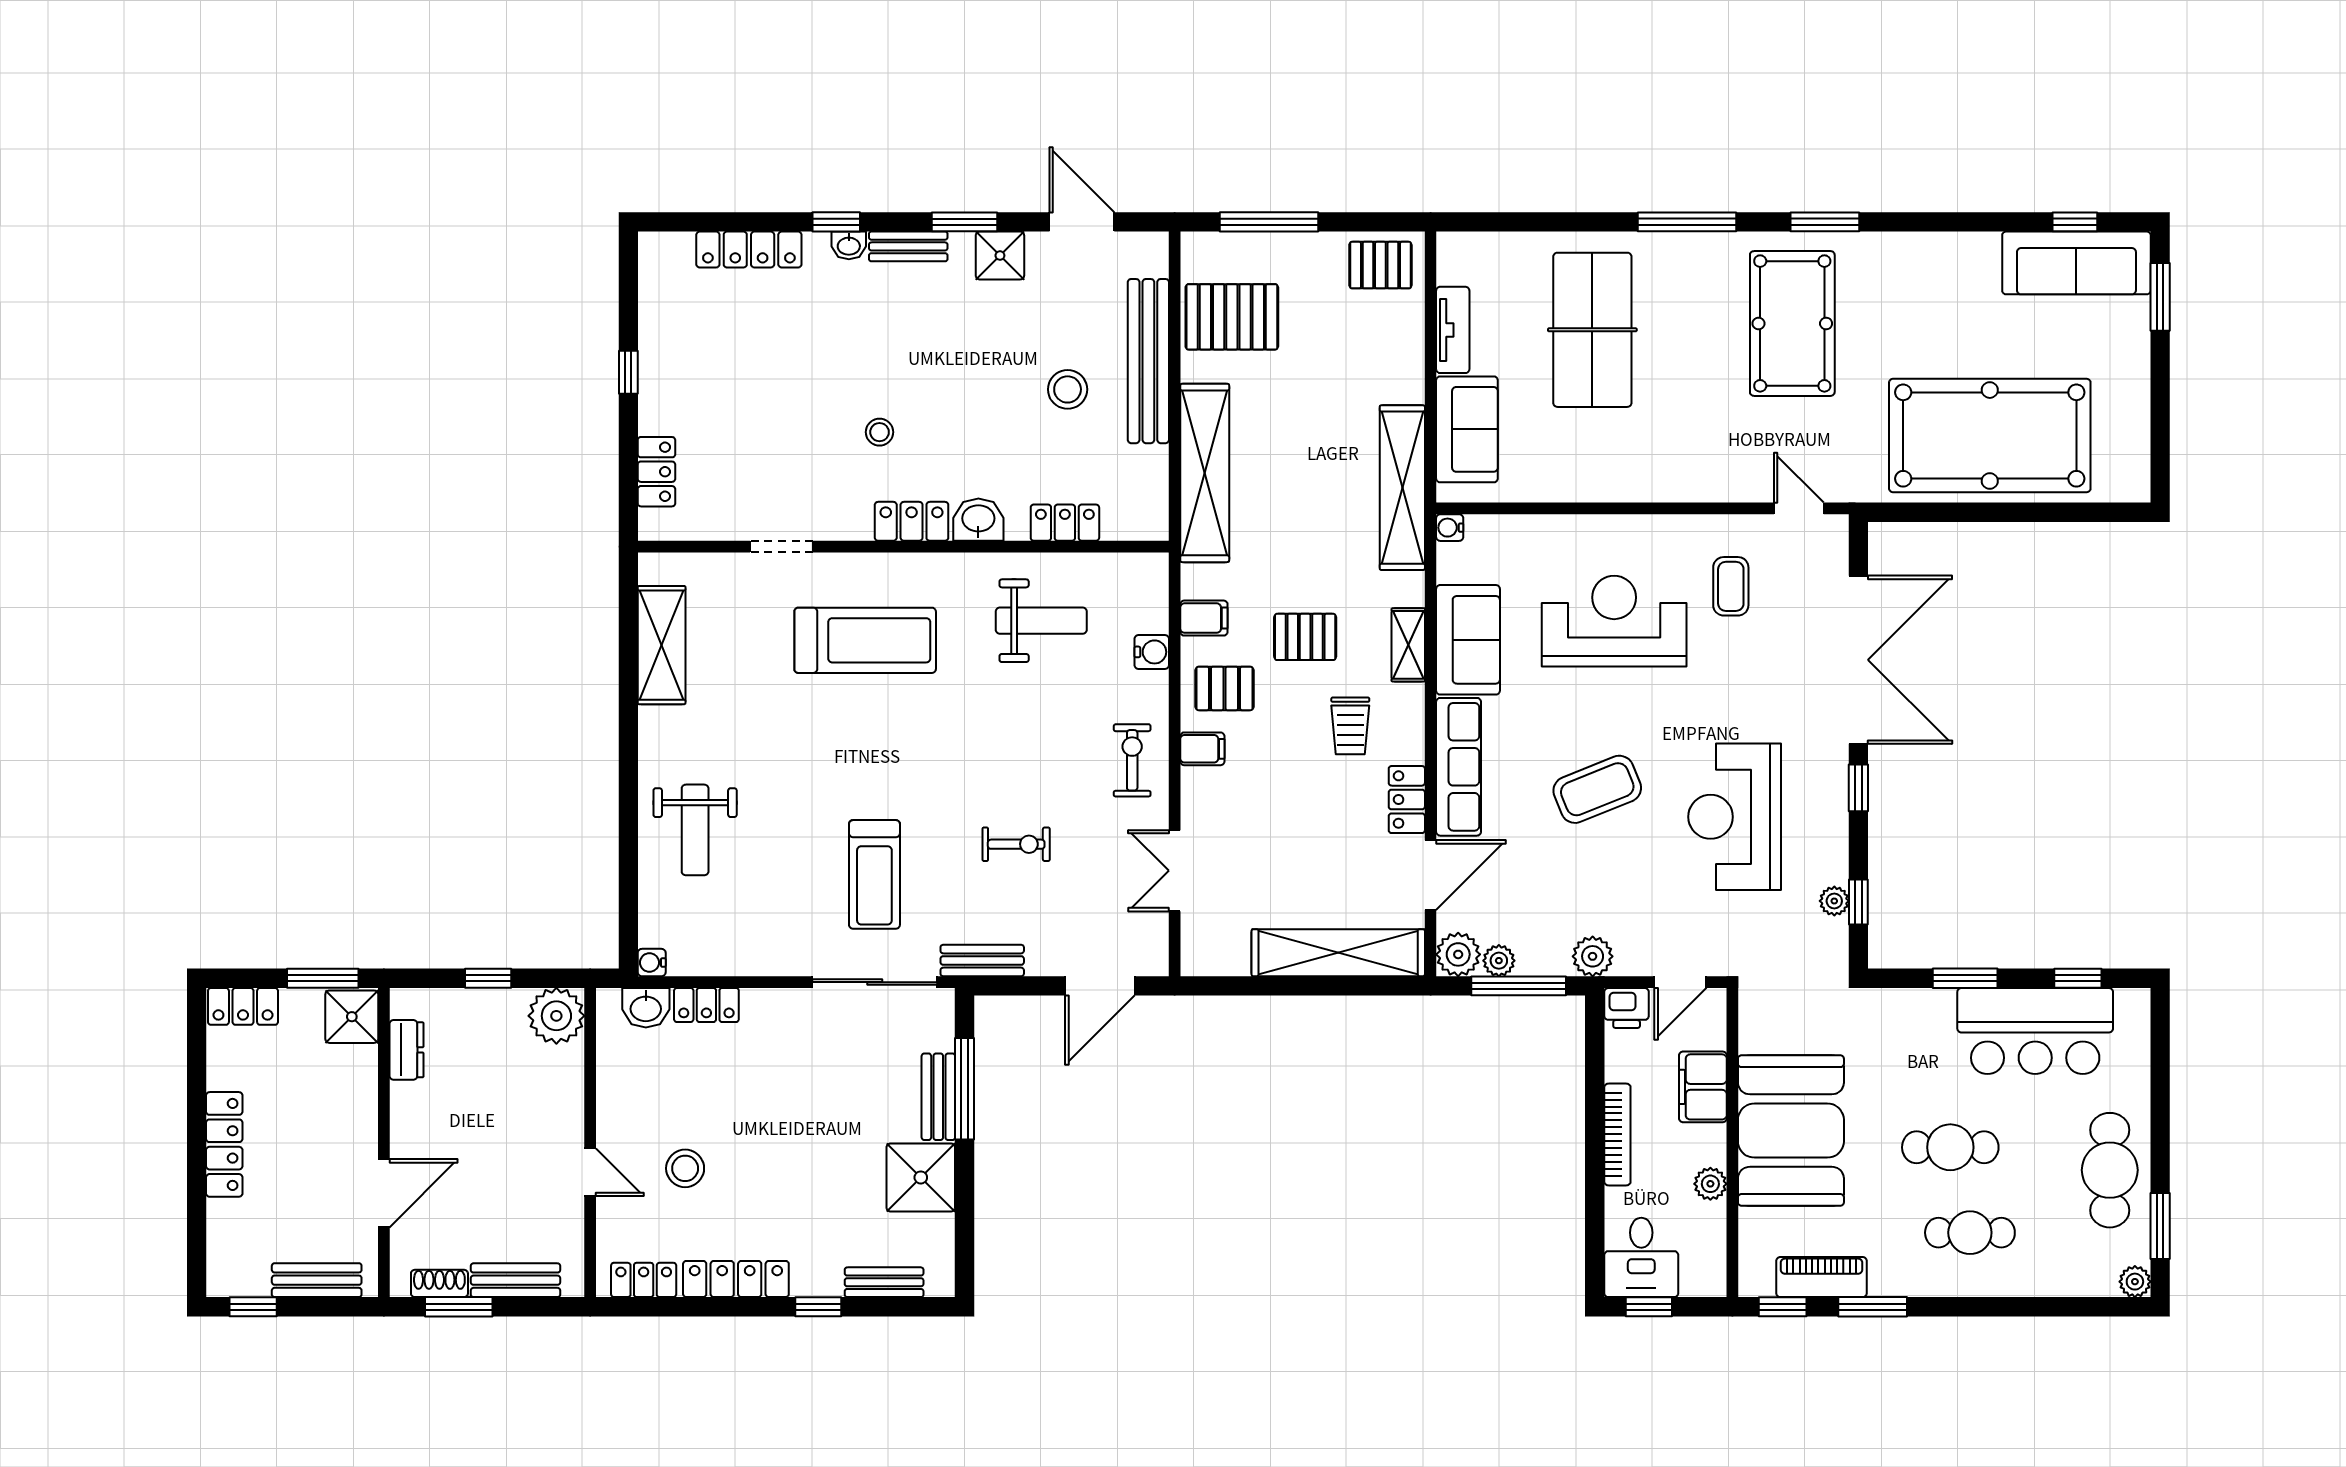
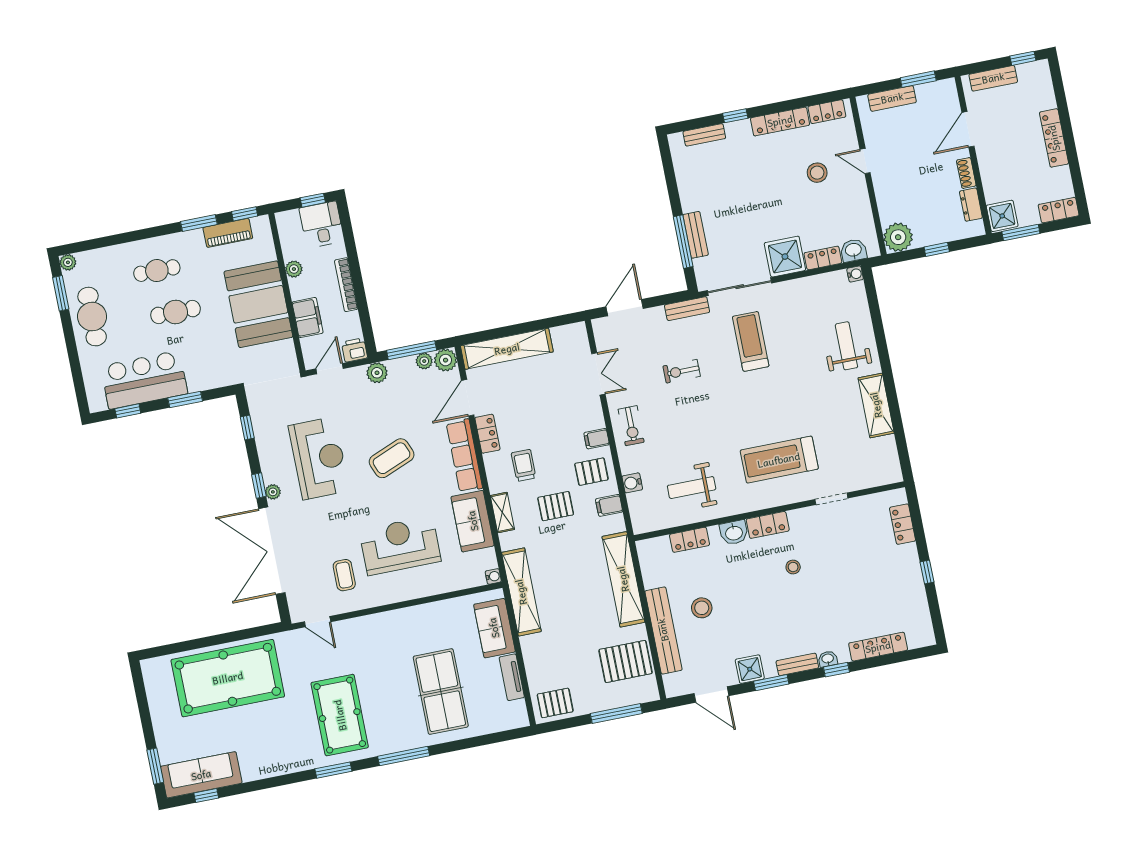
reception desk: (1614, 621) -> (400, 546), turned 180
shelving: (662, 645) -> (876, 405), moved
plant: (1834, 901) -> (273, 492), moved
shower: (921, 1177) -> (785, 257), moved
shoe rack: (439, 1283) -> (966, 173), moved, turned 90

